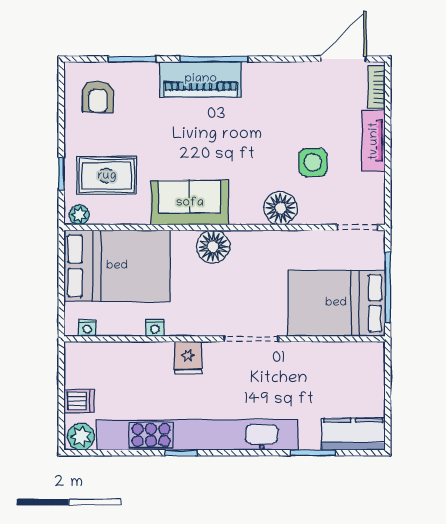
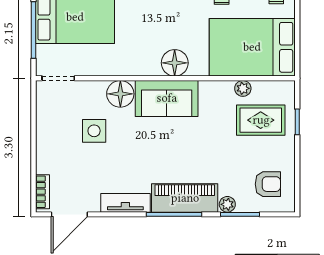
plant: (148, 71) -> (227, 204), added
armchair: (98, 97) -> (268, 184), turned 90
tv unit: (374, 141) -> (125, 203), moved, turned -90
sofa: (190, 203) -> (167, 98), moved
plant: (79, 215) -> (243, 88), moved

